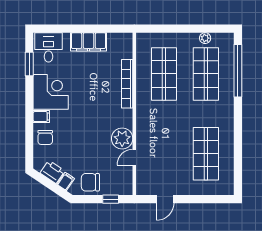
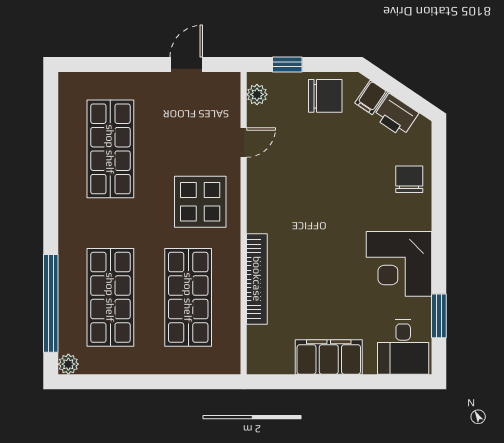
plant: (205, 38) -> (68, 364), moved
filing cabinet: (41, 117) -> (416, 218), removed
display table: (158, 125) -> (200, 202), added
plant: (122, 139) -> (257, 94), moved, width x0.53, depth x0.53

